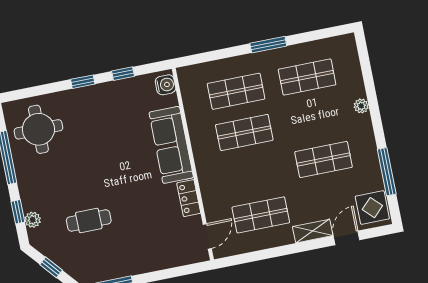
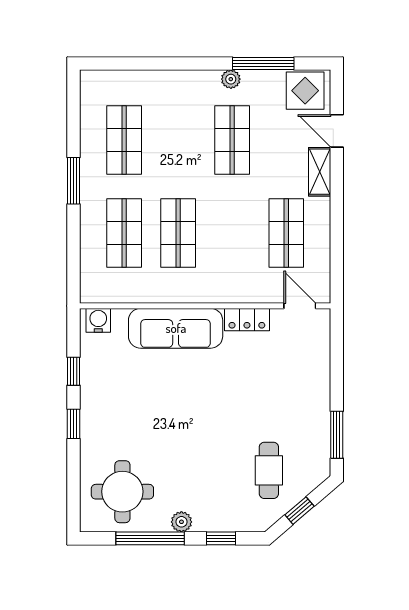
plant: (361, 106) -> (231, 79), moved
plant: (33, 220) -> (181, 522), moved
cafe table: (89, 220) -> (269, 470), moved

